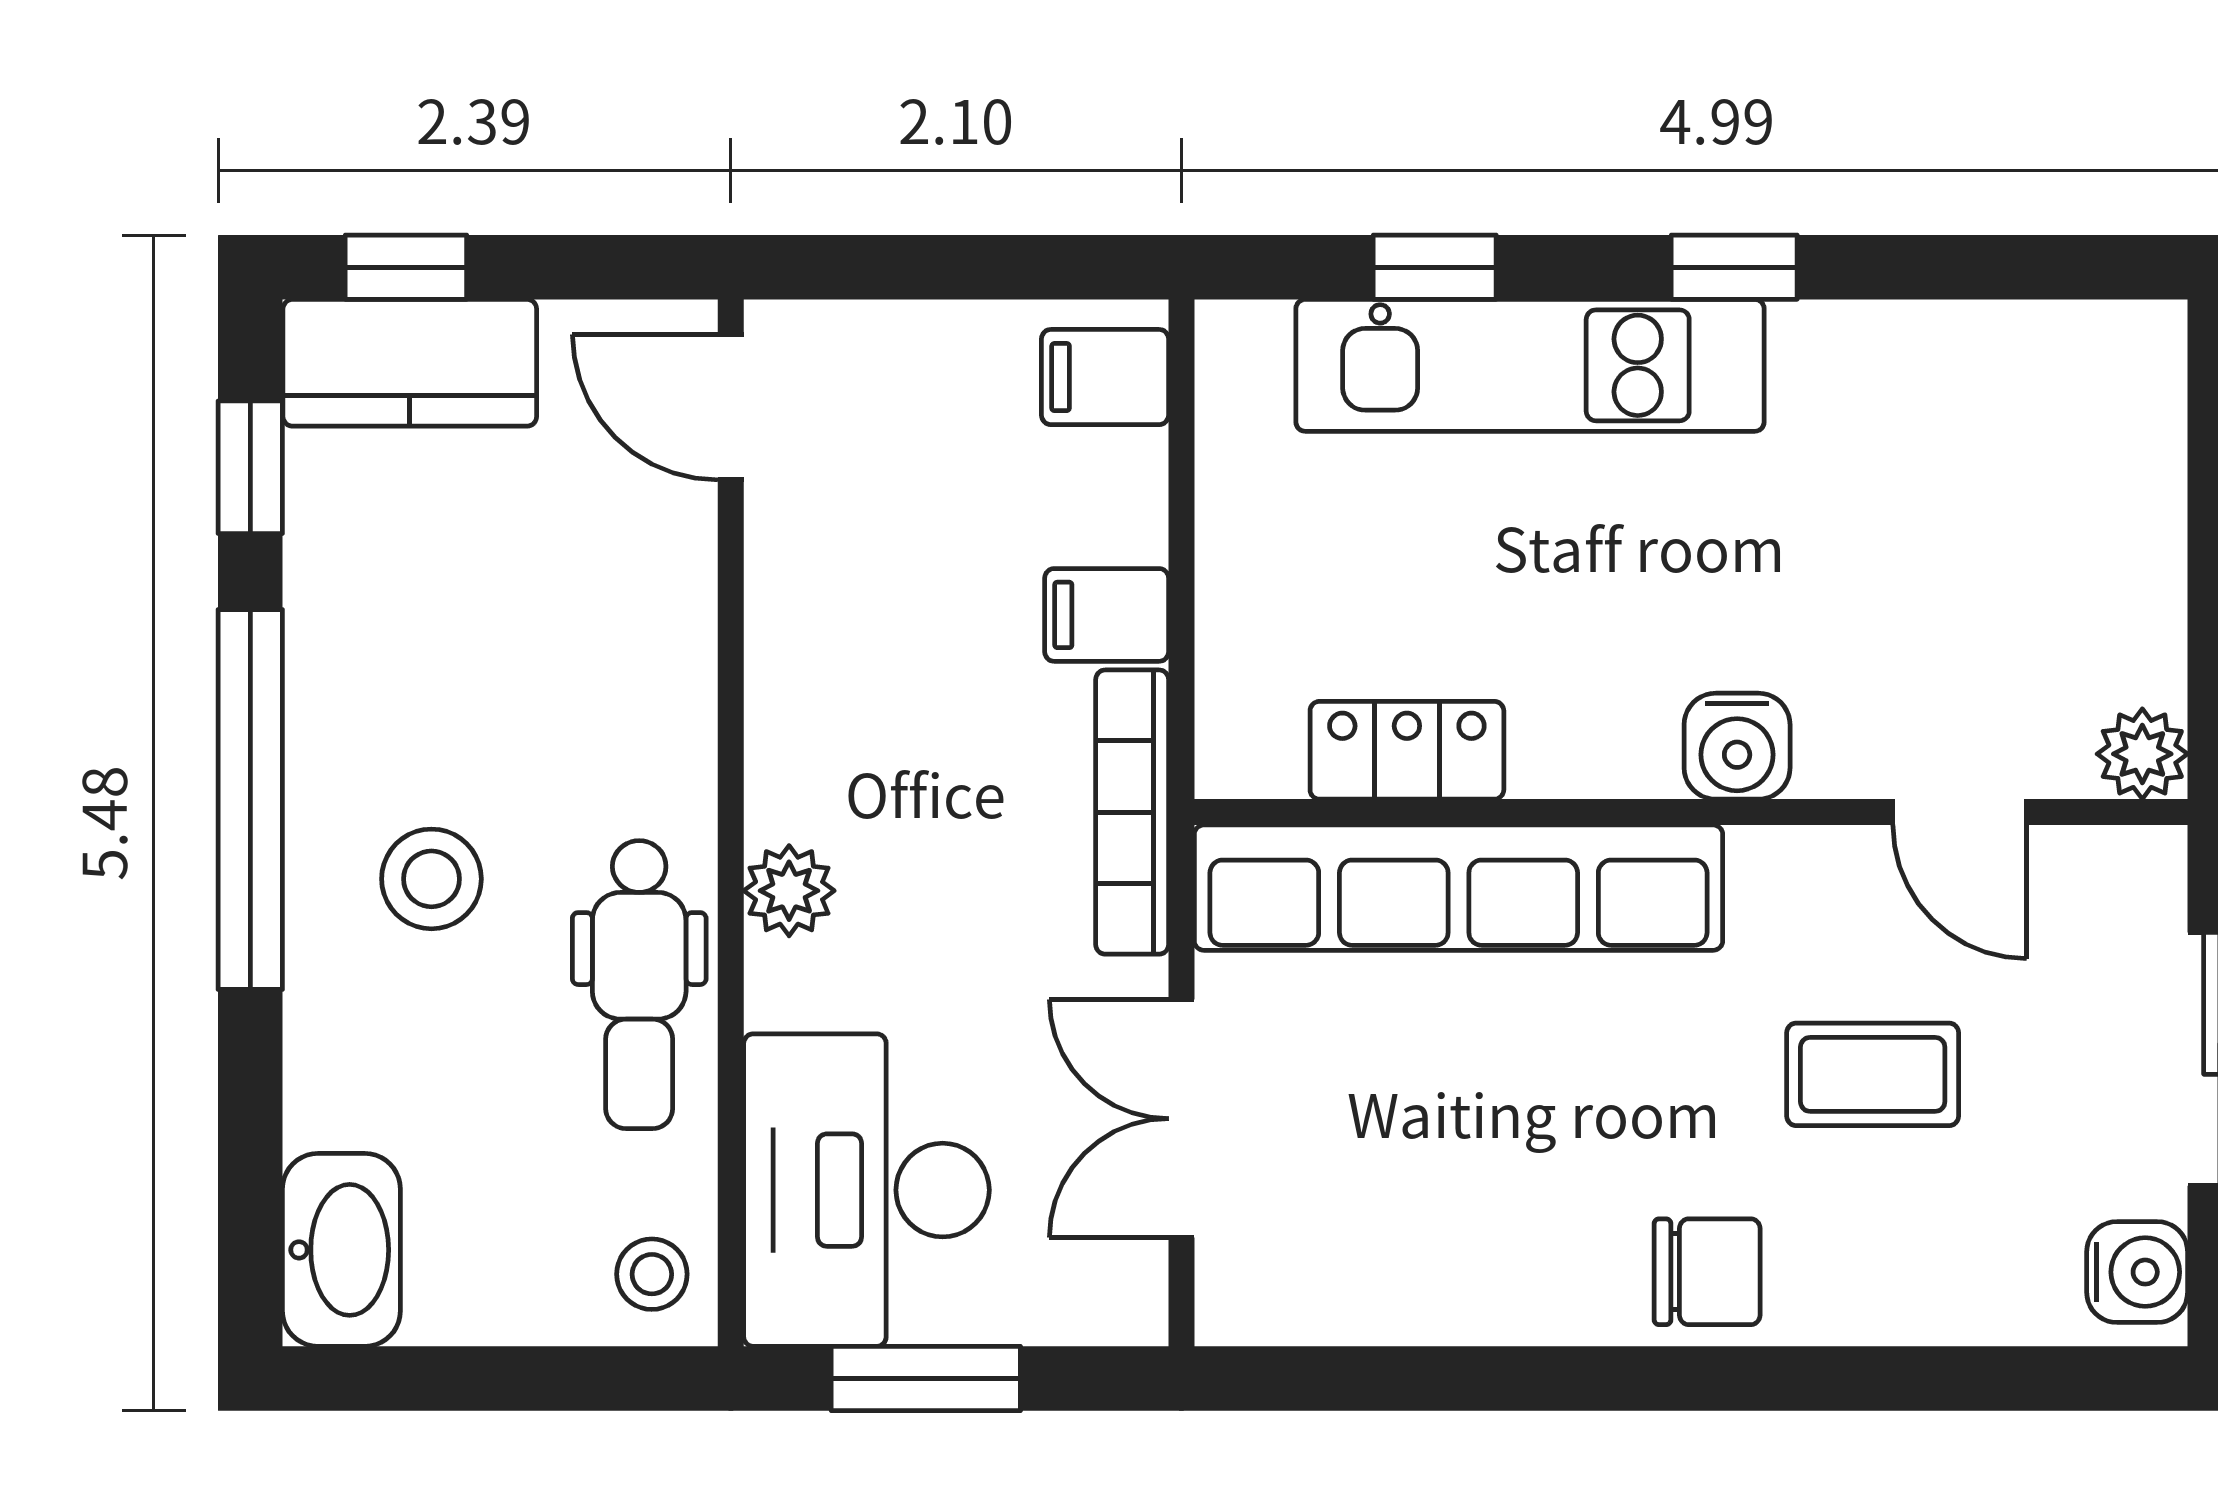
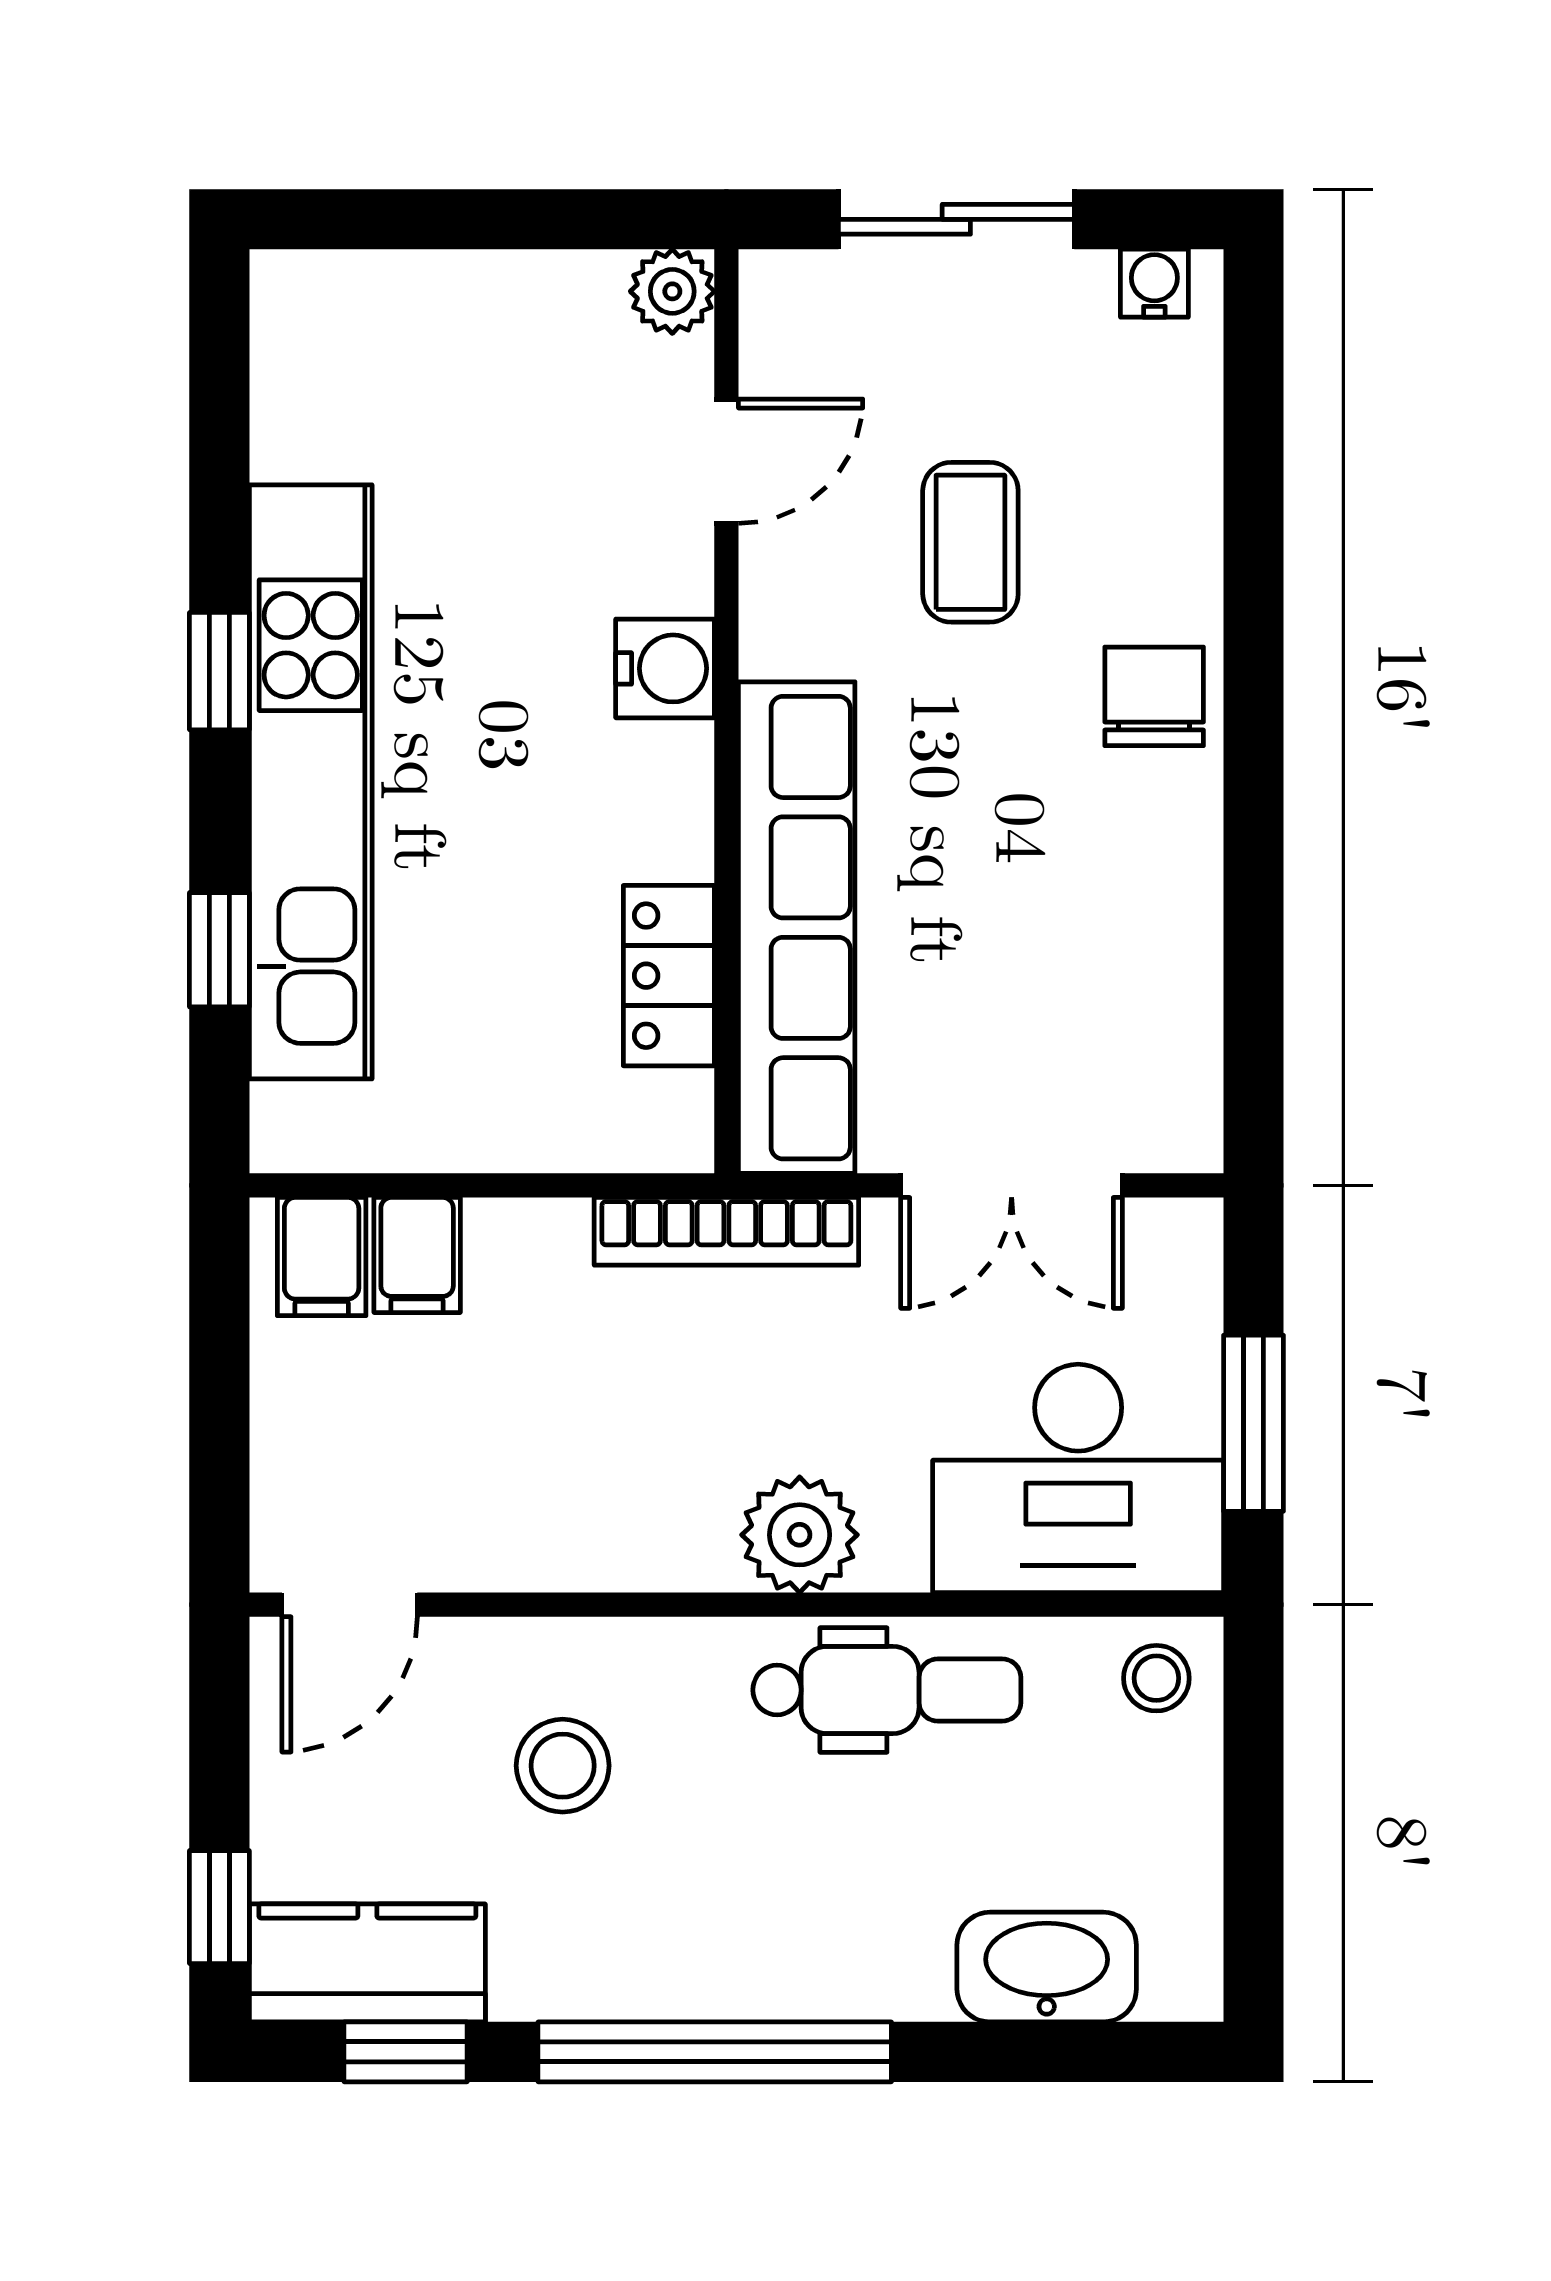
kitchen counter: (410, 363) -> (367, 1963), moved, turned -90
kitchen unit: (1530, 365) -> (311, 782), width x1.36
filing cabinet: (1107, 615) -> (417, 1255), moved
stool: (431, 879) -> (563, 1766), moved
plant: (789, 891) -> (800, 1535), width x1.38, depth x1.38
washbasin: (341, 1250) -> (1047, 1967), moved
water cooler: (2137, 1272) -> (1154, 283), width x0.72, depth x0.72

